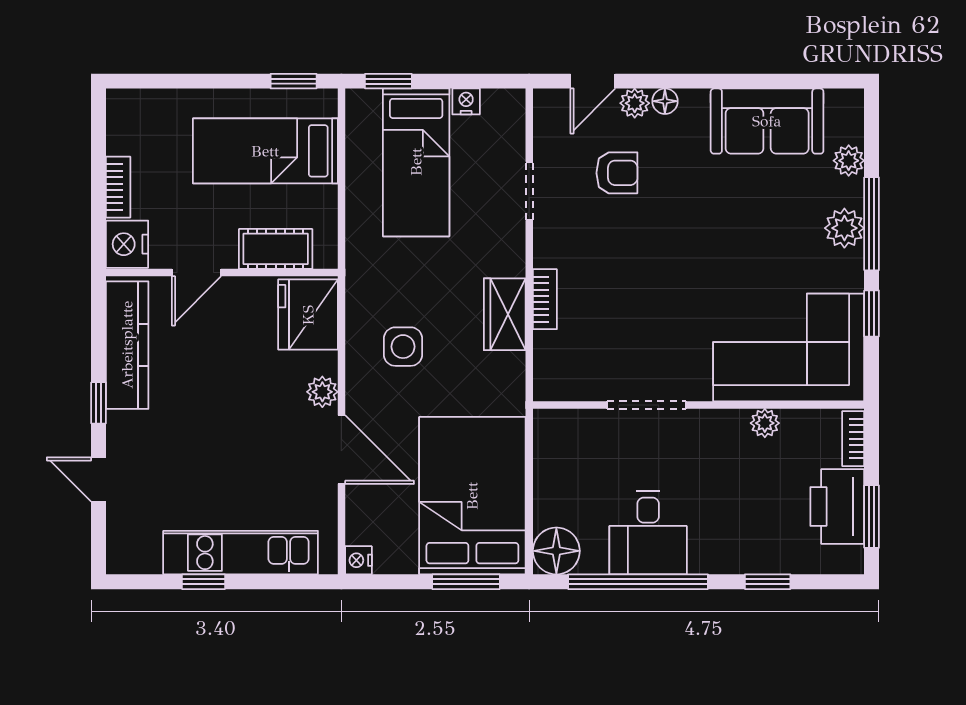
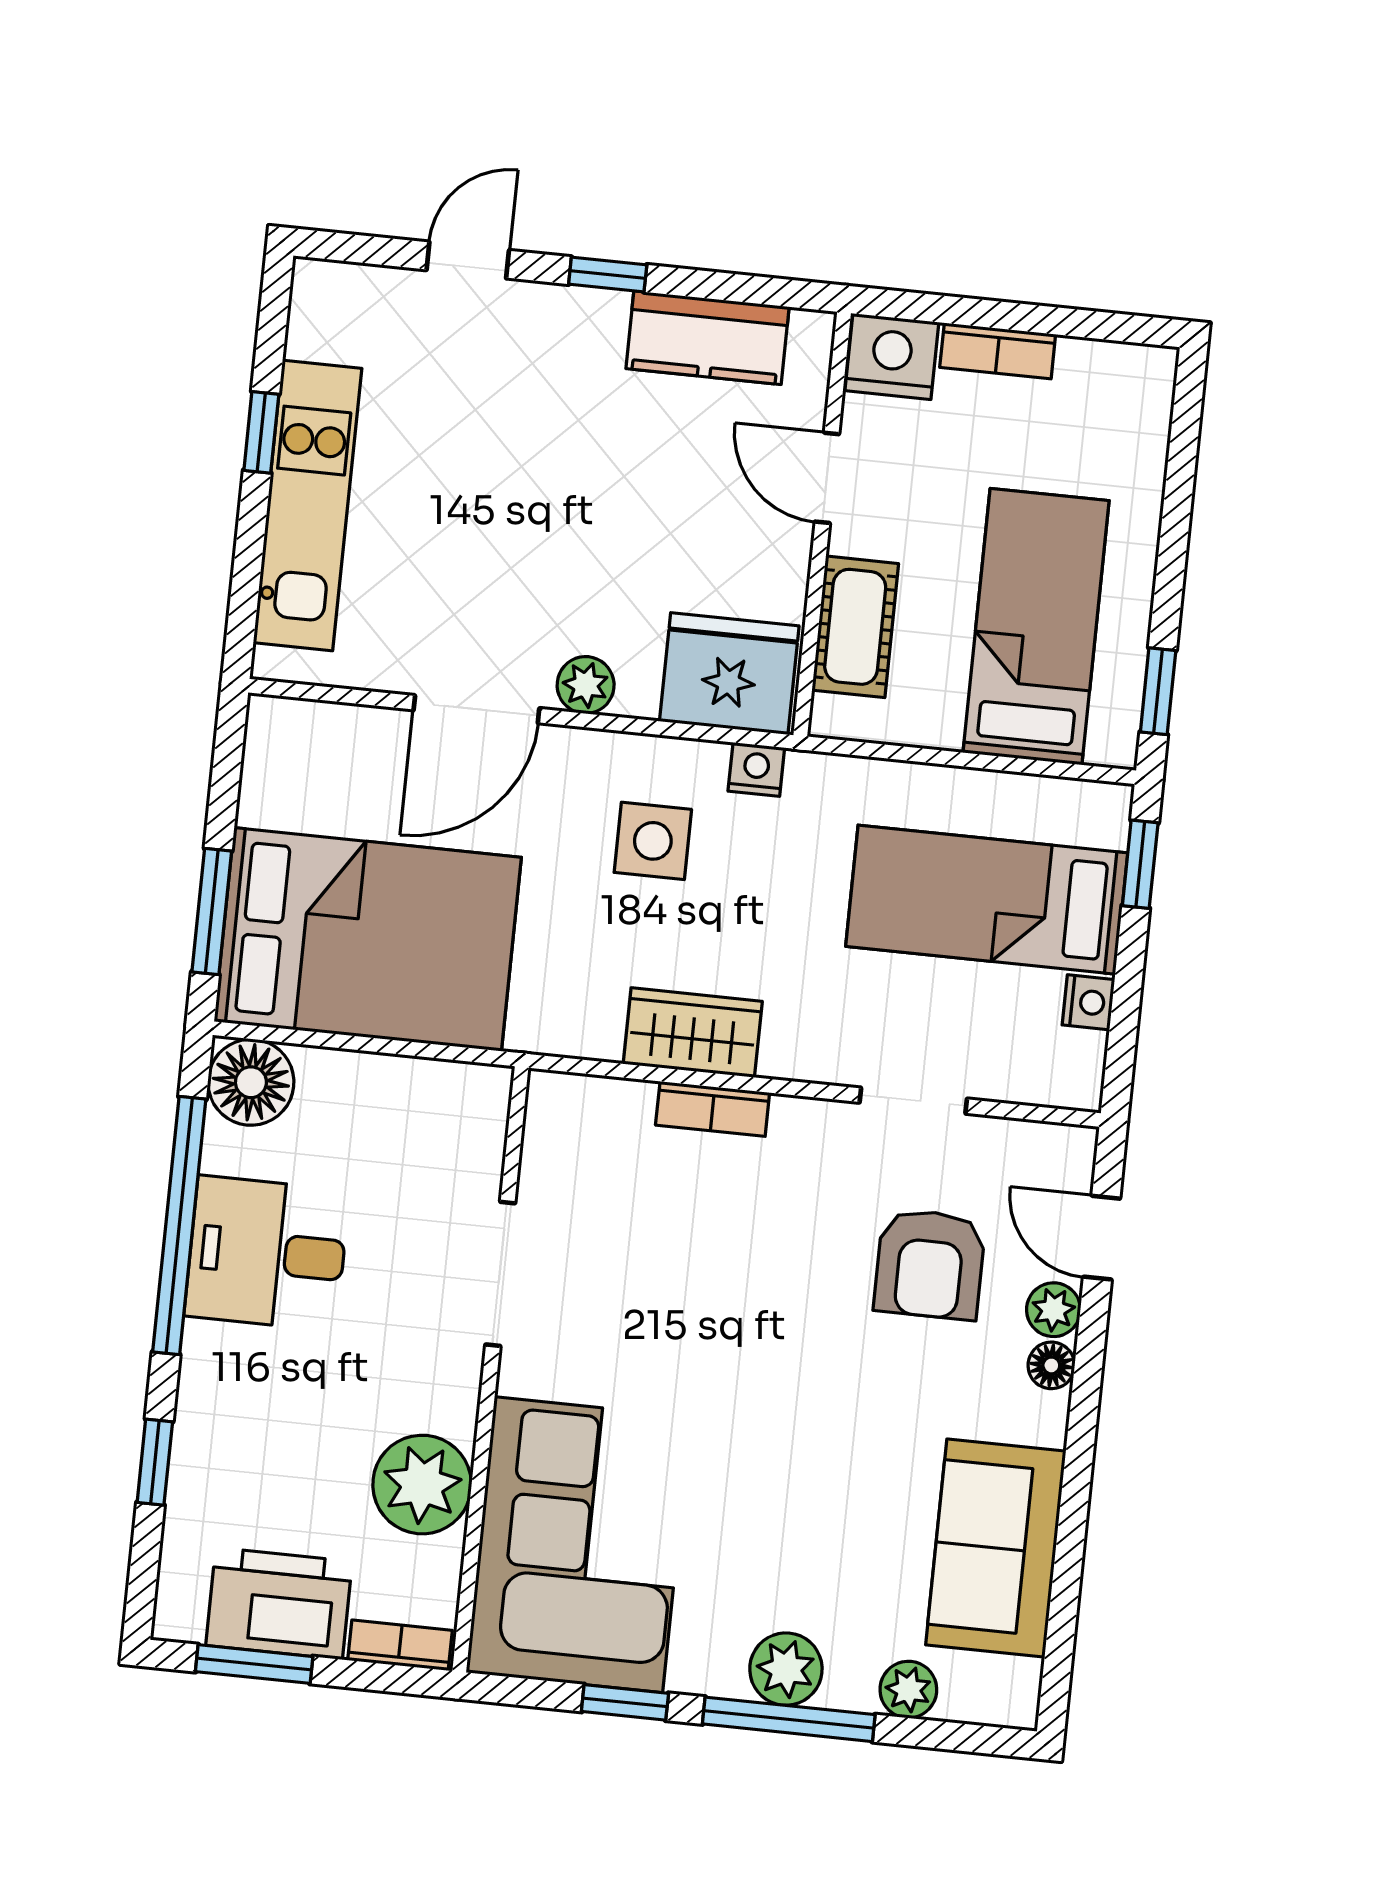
armchair: (617, 173) -> (930, 1264), width x1.38, depth x1.38
kitchen counter: (127, 345) -> (708, 338), width x0.67
plant: (765, 423) -> (422, 1485), width x1.88, depth x1.88
nightstand: (358, 560) -> (756, 769), moved

